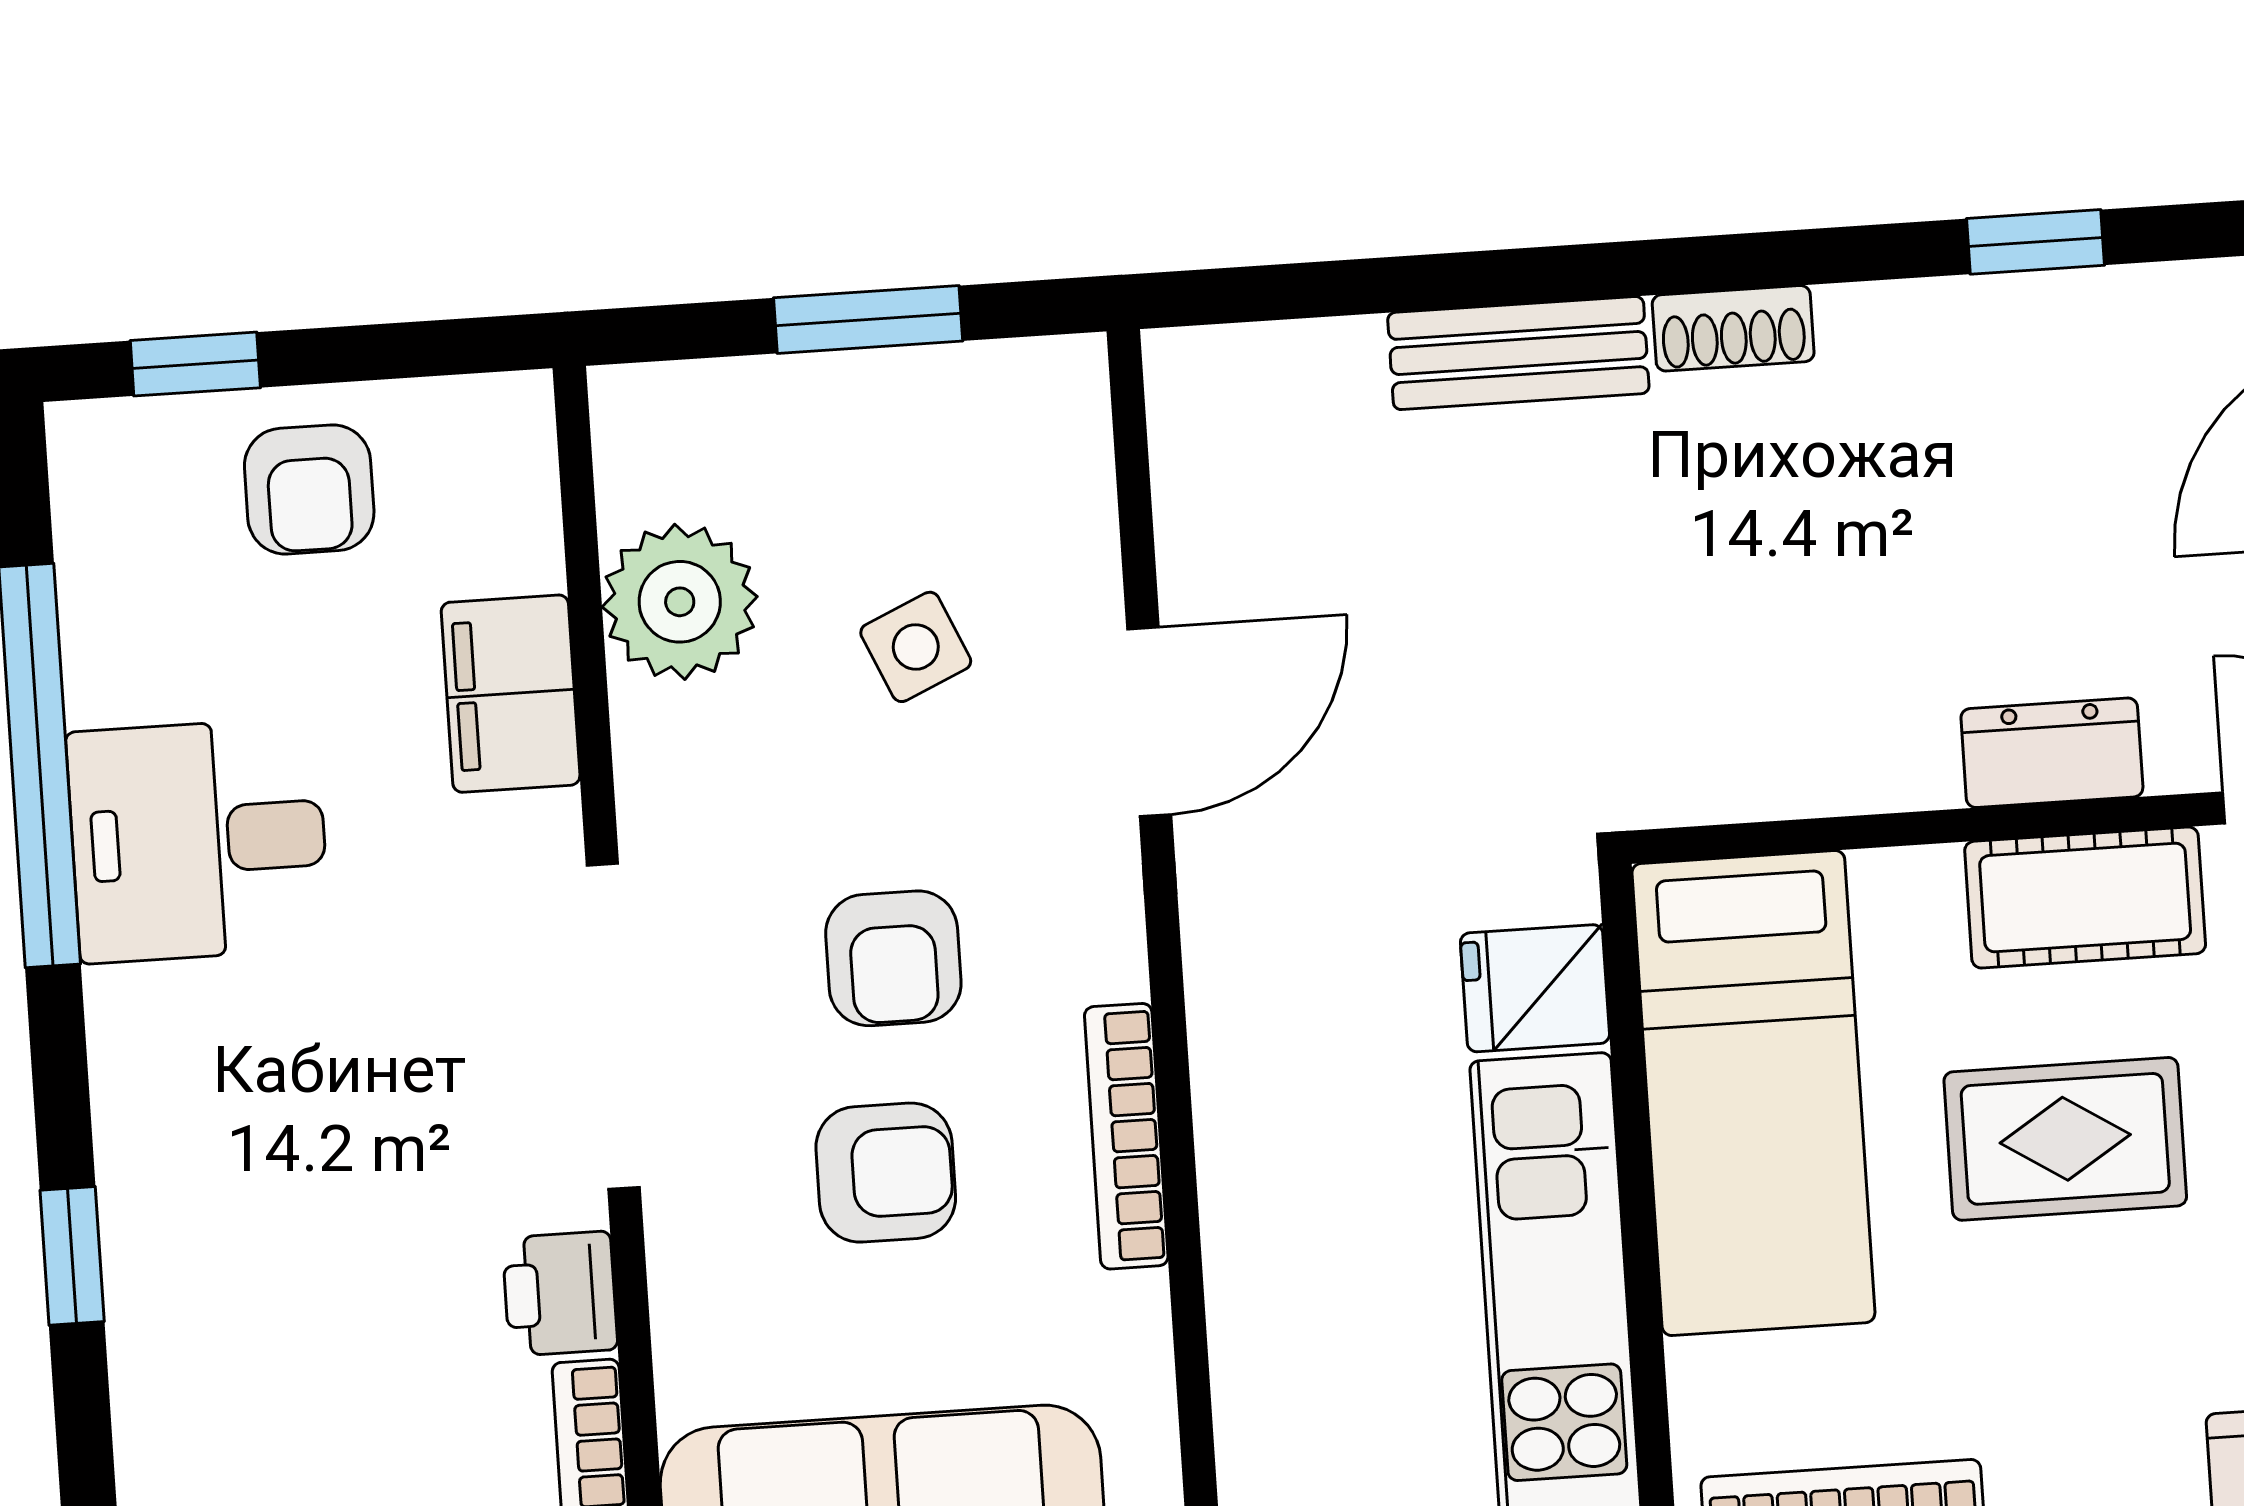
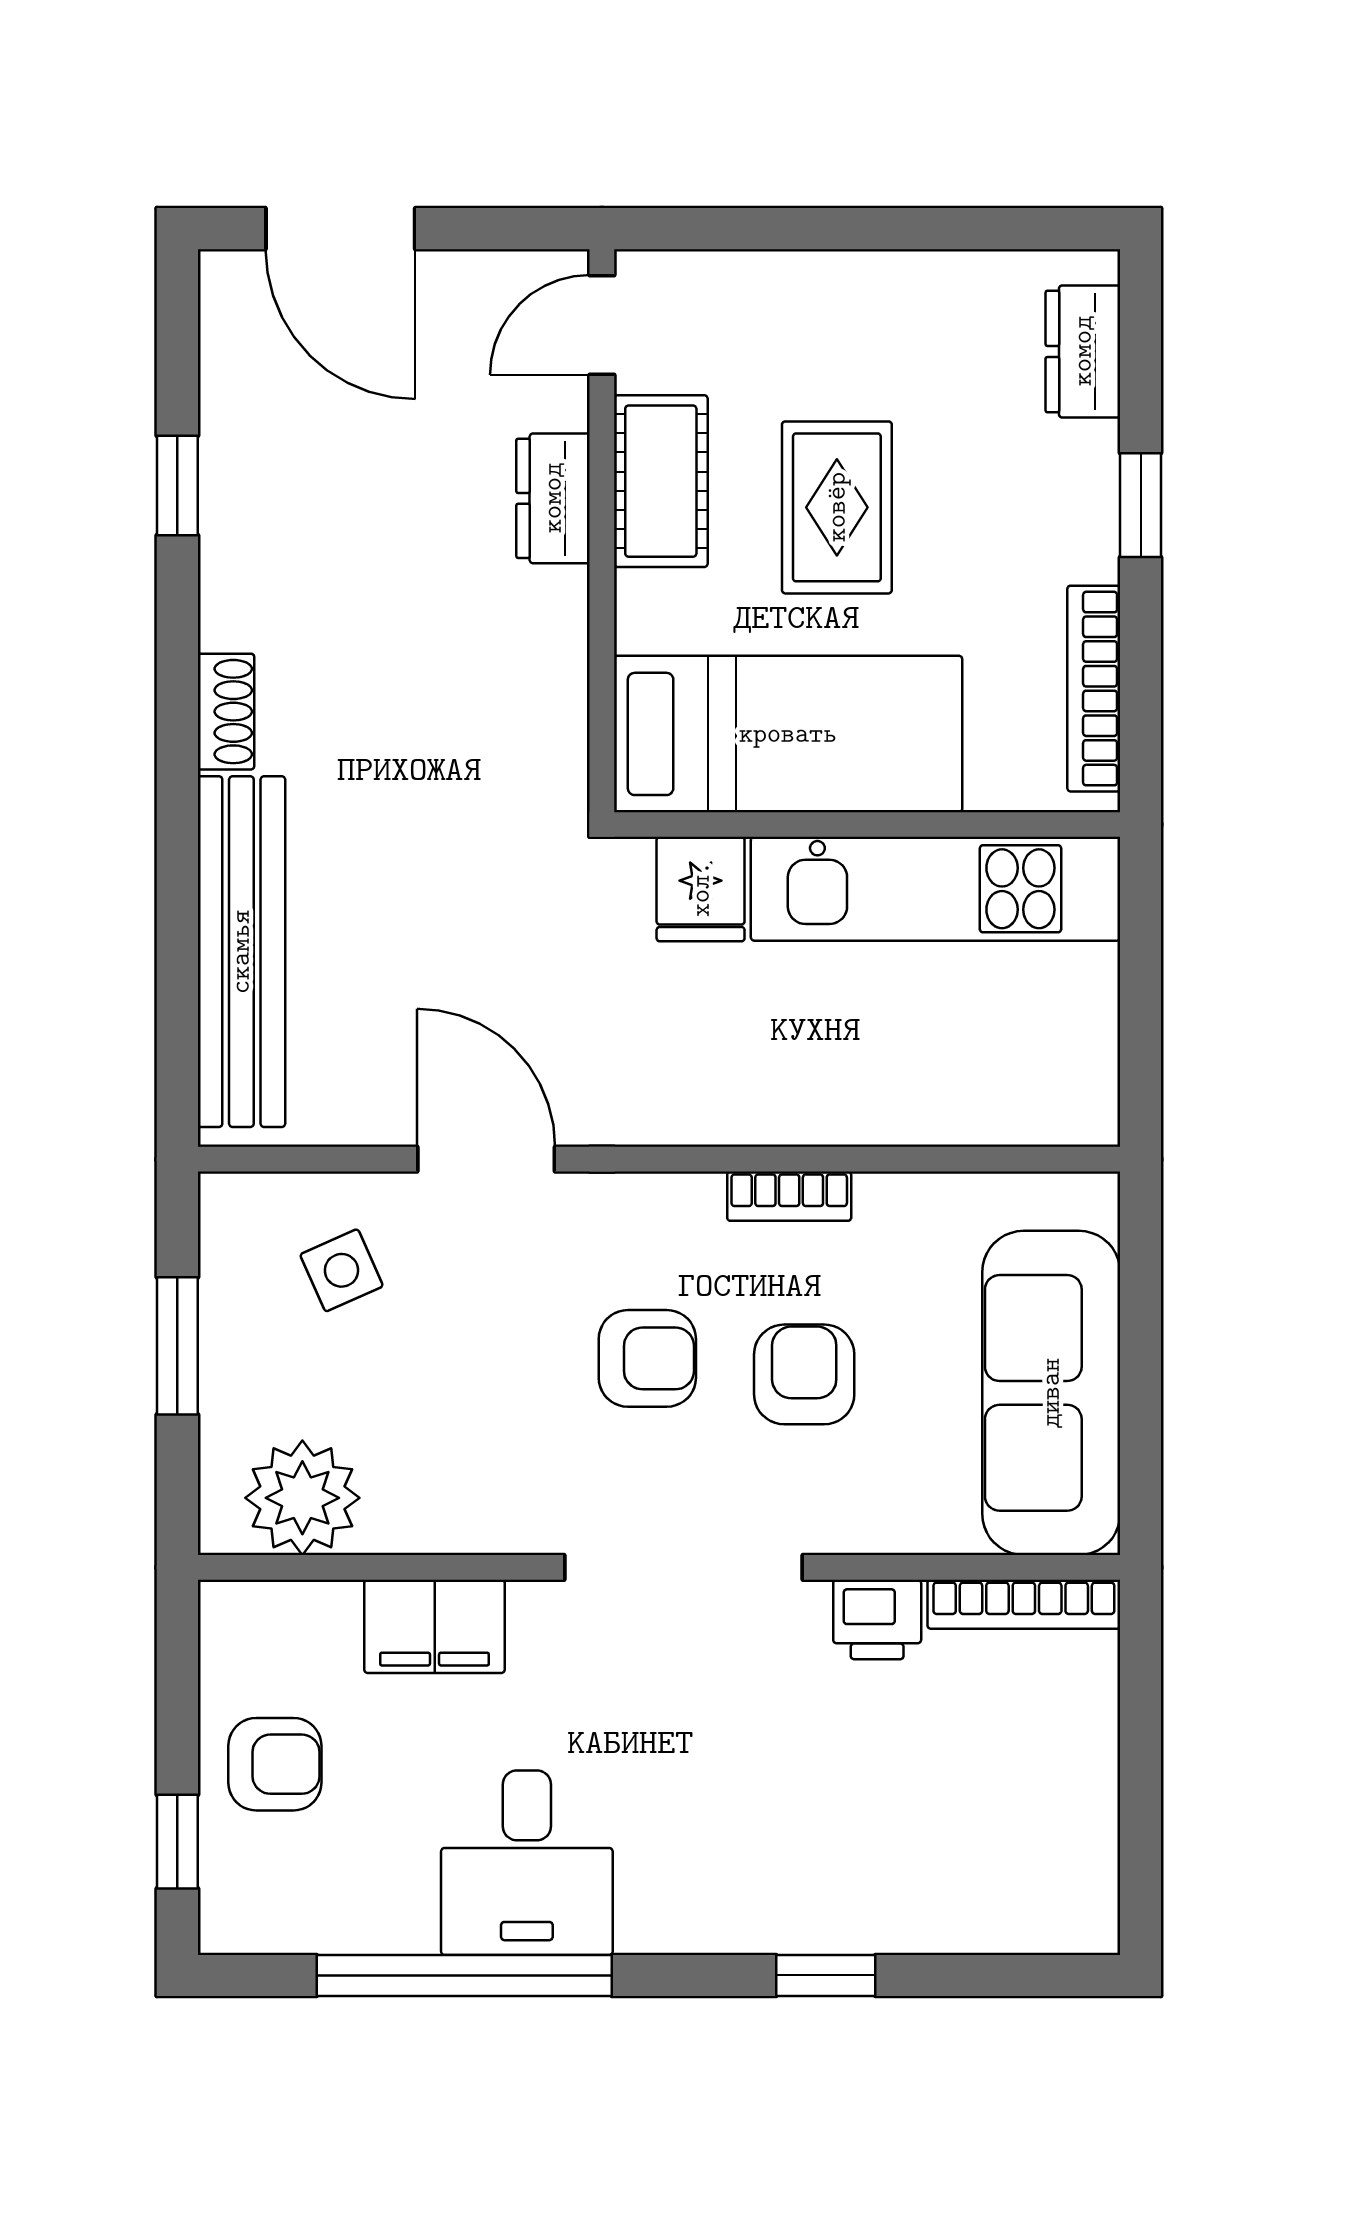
bench: (1518, 353) -> (241, 952), width x1.86, depth x1.21
plant: (680, 602) -> (302, 1498), moved
side table: (916, 647) -> (342, 1270), moved
bookcase: (1126, 1136) -> (789, 1196), width x0.64

